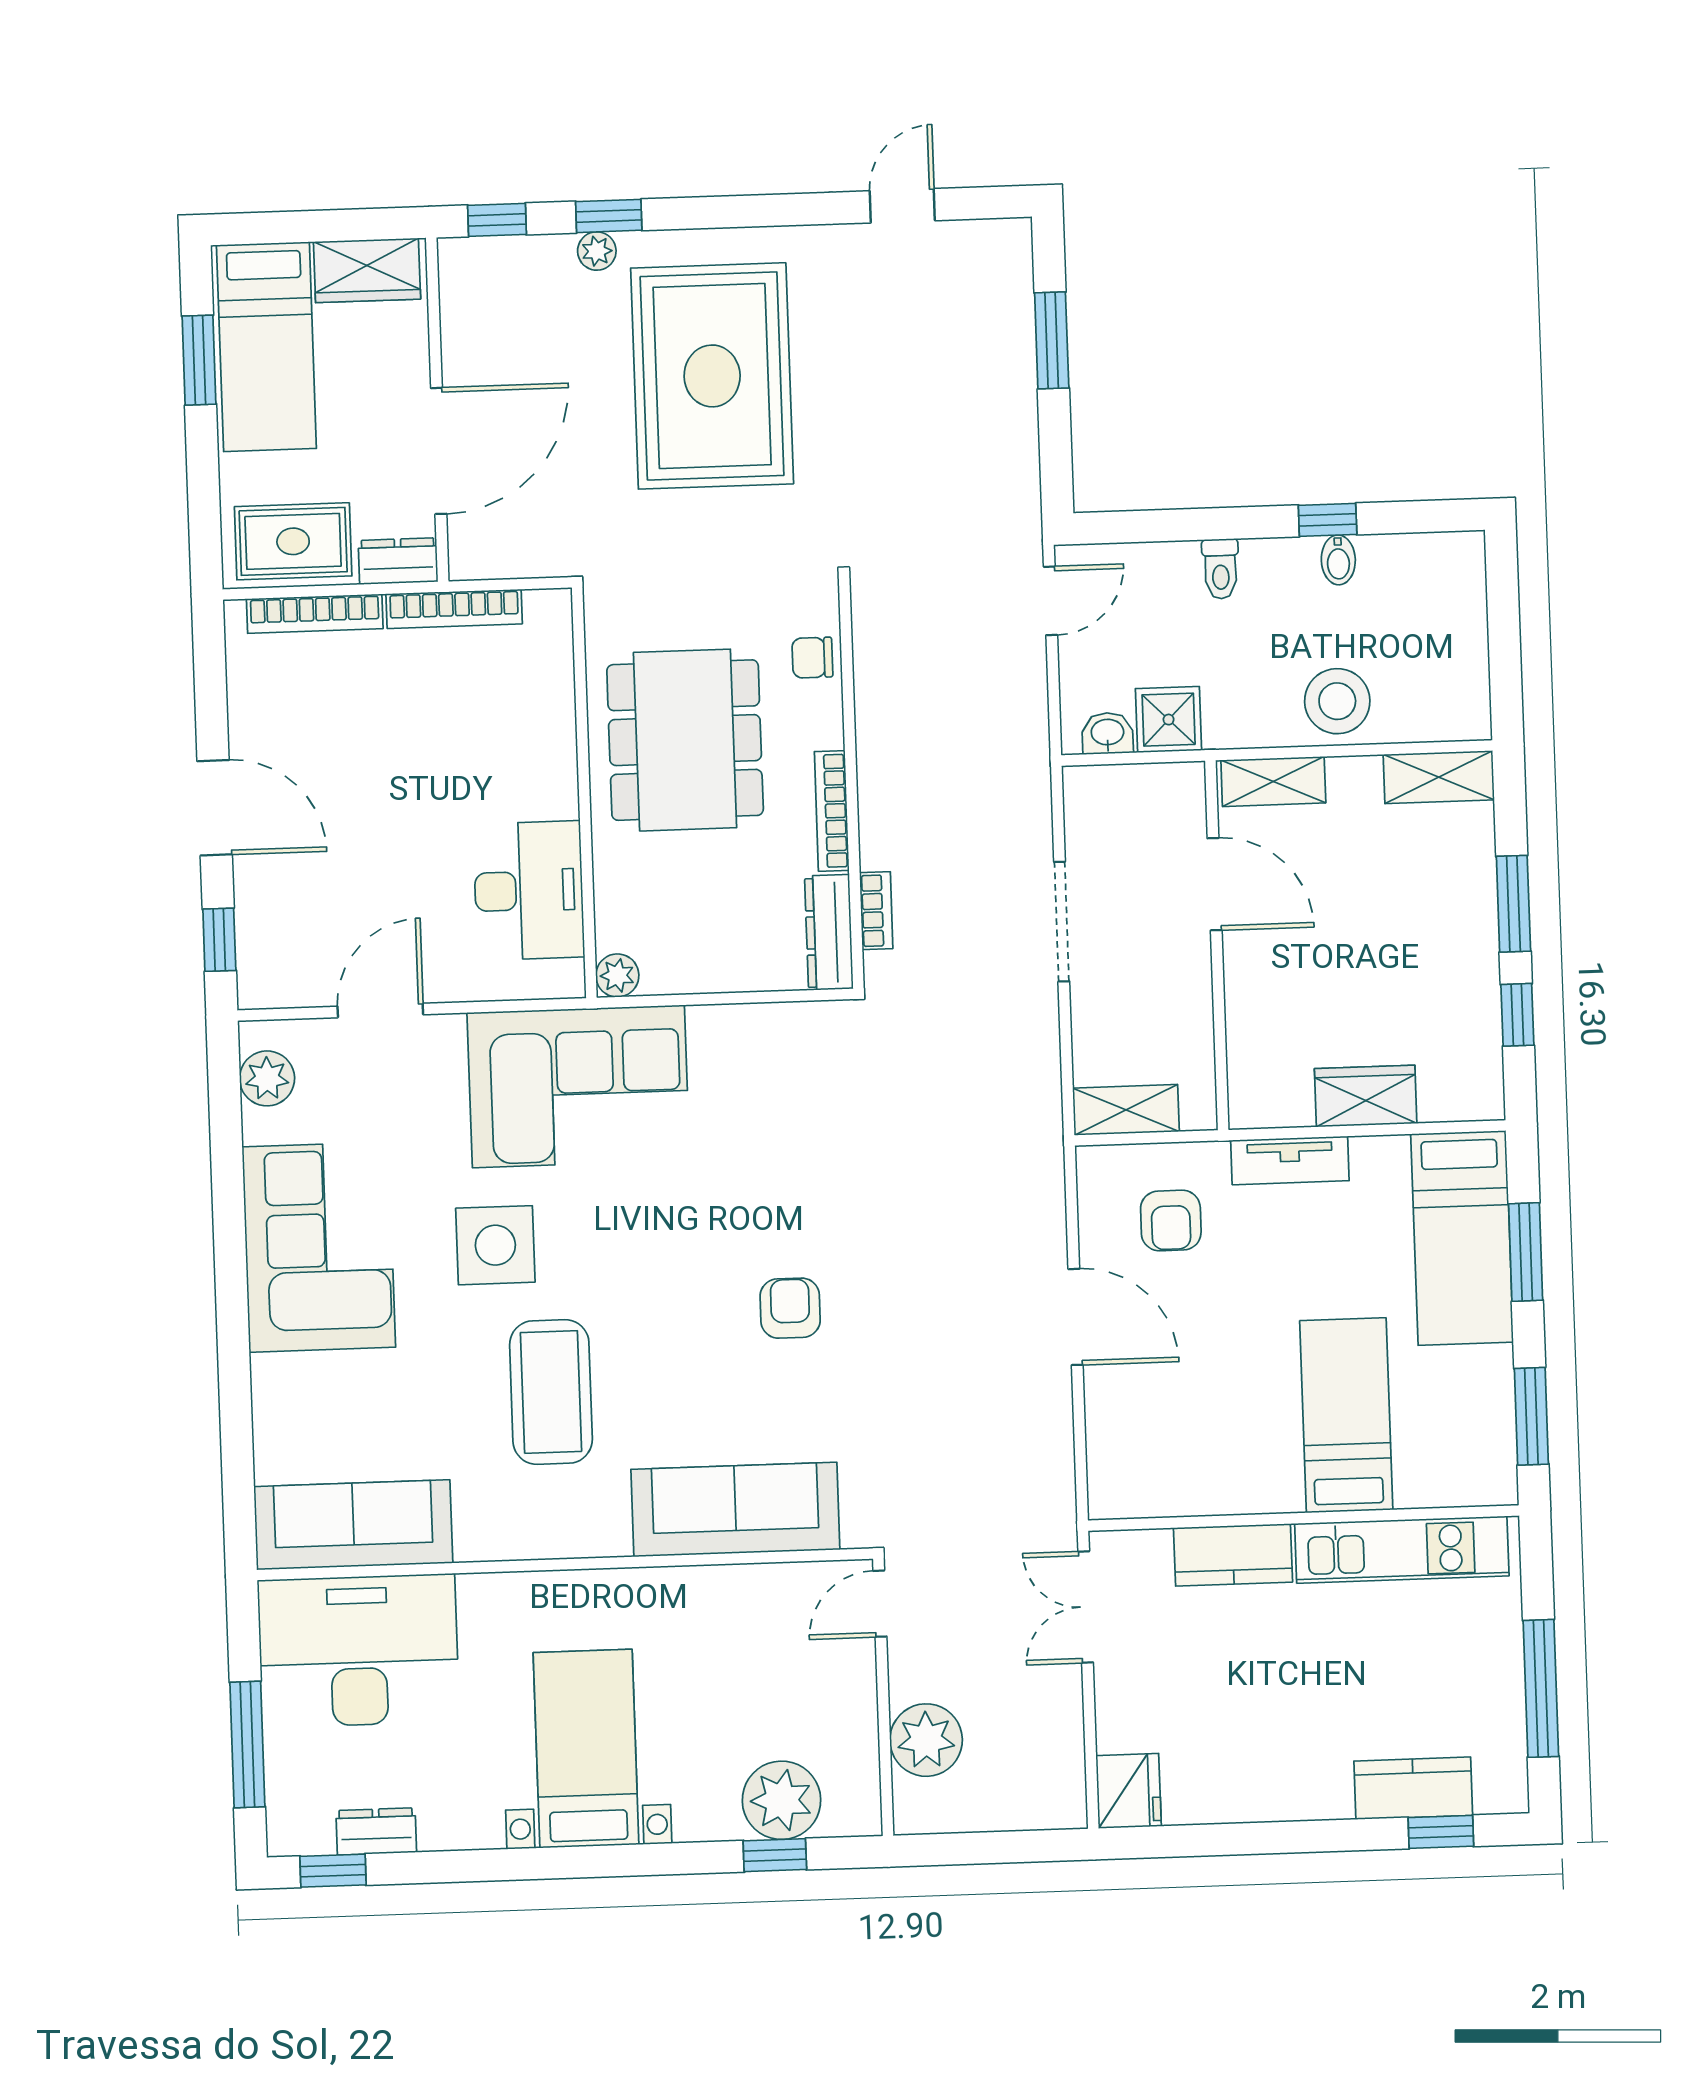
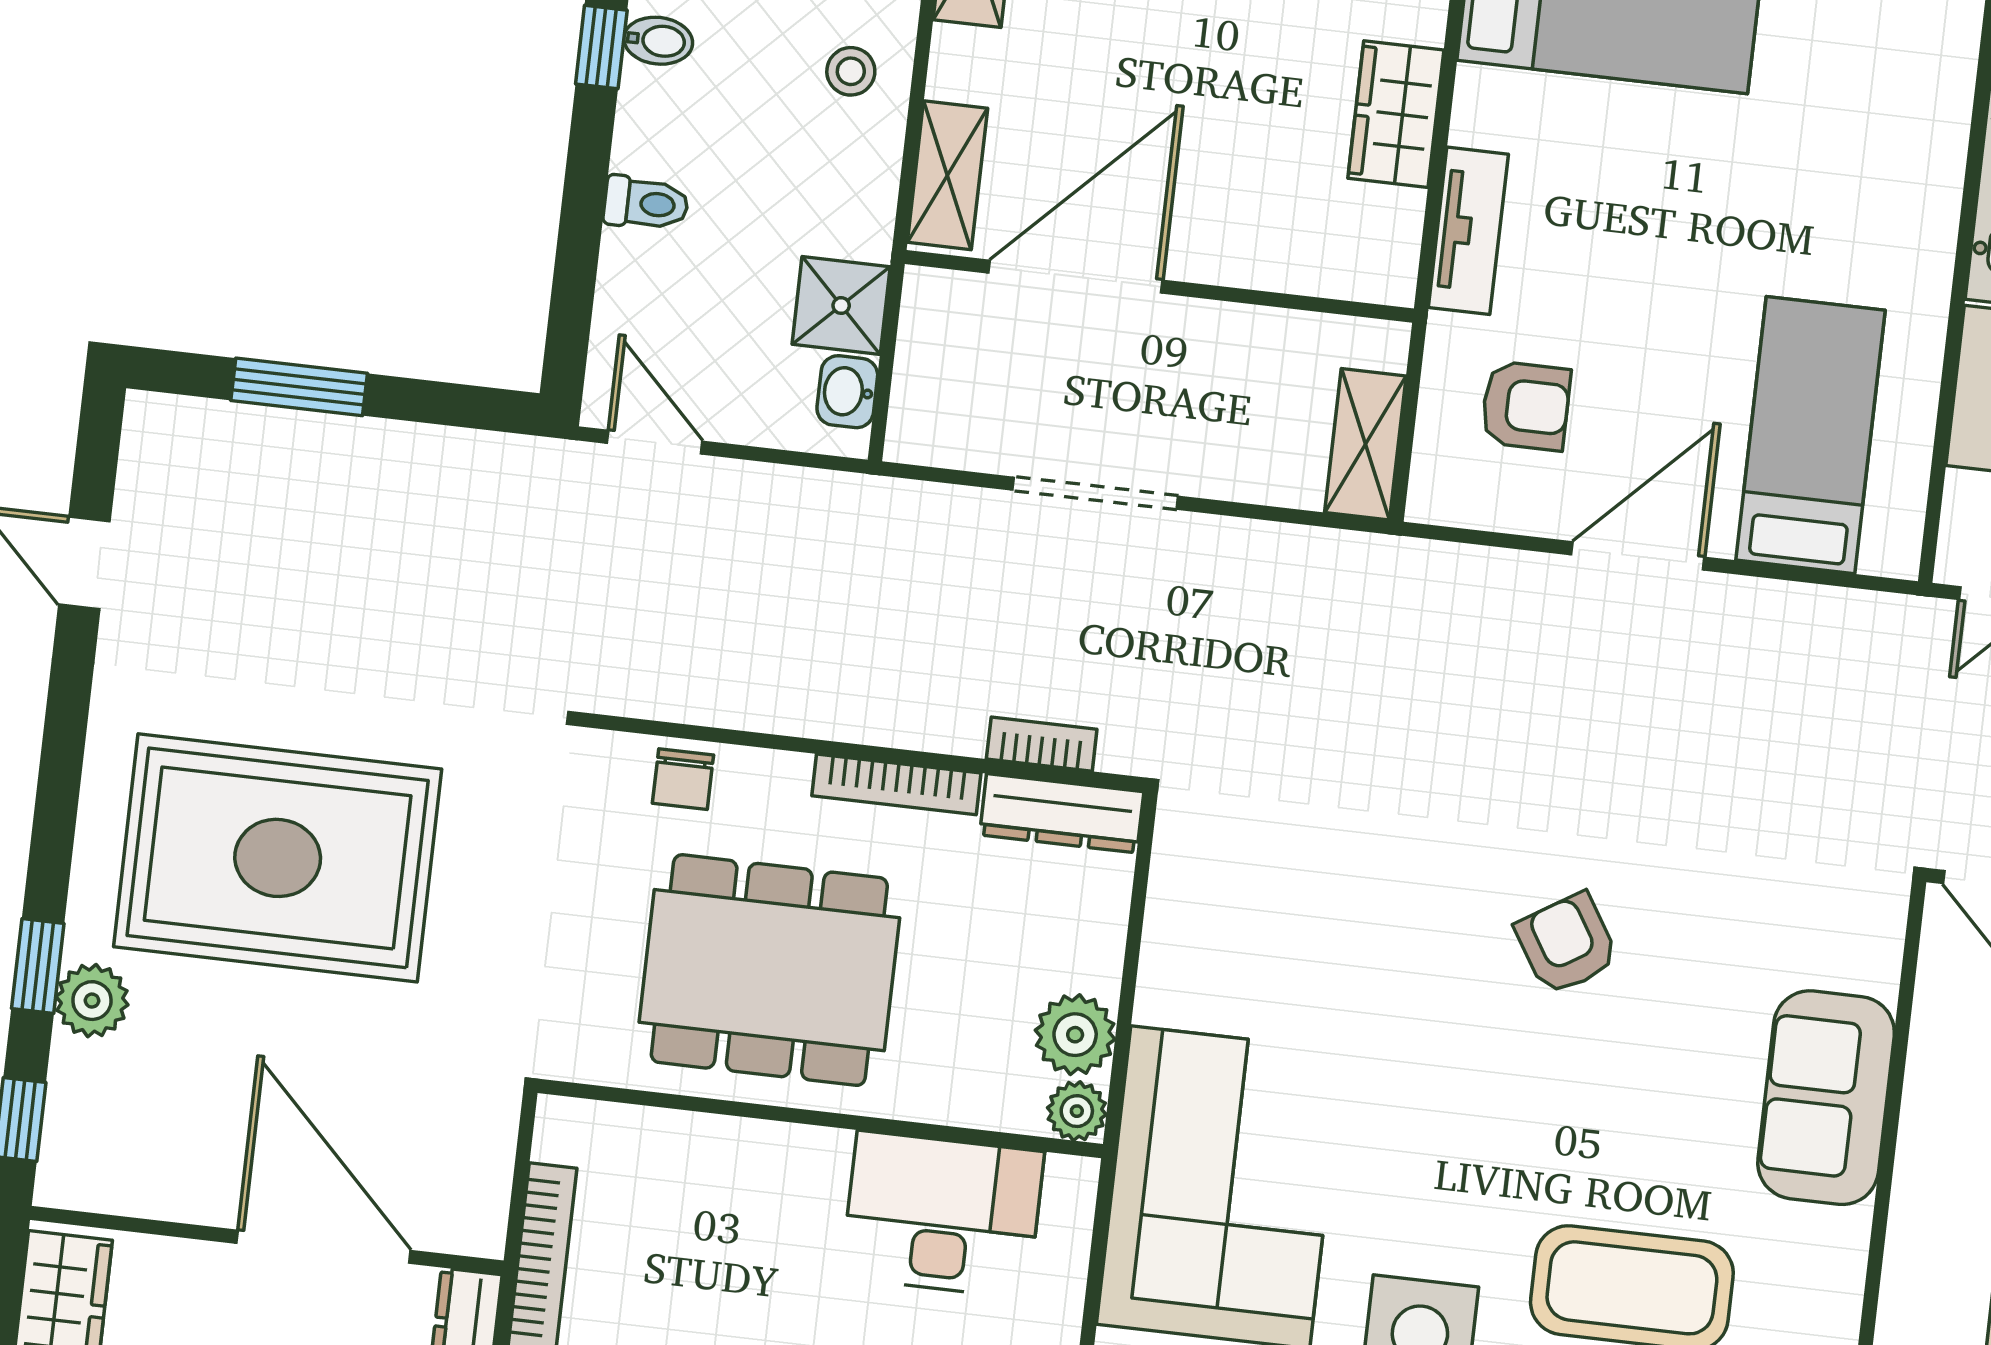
plant: (597, 251) -> (92, 1001), width x1.38, depth x1.38
stool: (1337, 701) -> (851, 71), width x0.53, depth x0.53
door: (1215, 884) -> (1075, 277), width x1.36
plant: (672, 966) -> (1075, 1035), added
armchair: (790, 1308) -> (1567, 944), turned 58
bed: (1346, 1415) -> (1810, 435), moved, turned 90
sofa: (735, 1509) -> (1826, 1098), width x0.73

